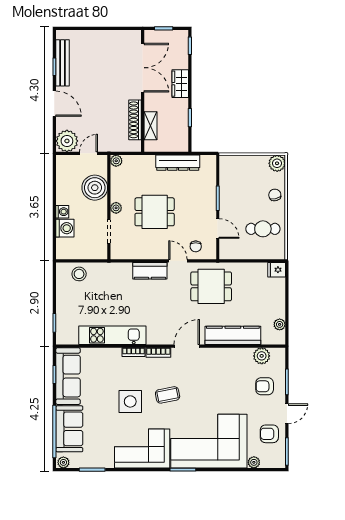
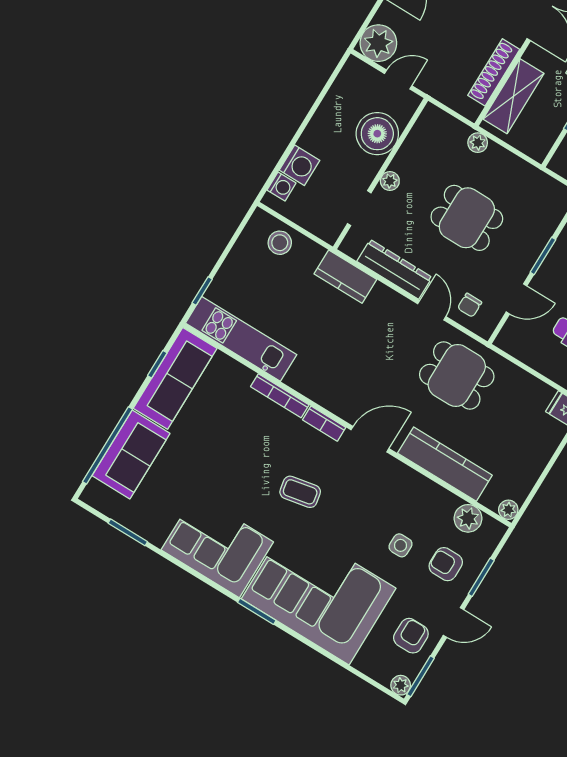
shelving: (151, 126) -> (514, 96), width x1.50, depth x1.33
plant: (116, 161) -> (478, 143), moved
dresser: (178, 163) -> (395, 269), moved, turned 180
washing machine: (62, 212) -> (282, 186), moved
dining table: (155, 212) -> (467, 218), moved
door: (218, 229) -> (517, 299), hinge flipped
kitchen counter: (150, 271) -> (345, 277), moved
plant: (280, 324) -> (508, 510), moved
kitchen unit: (112, 335) -> (241, 339), moved
bookcase: (133, 352) -> (280, 396), width x1.56
side table: (130, 401) -> (401, 545), moved, width x0.54, depth x0.54
armchair: (269, 434) -> (411, 636), turned 90
plant: (63, 462) -> (93, 497), removed
plant: (254, 462) -> (401, 685), moved

